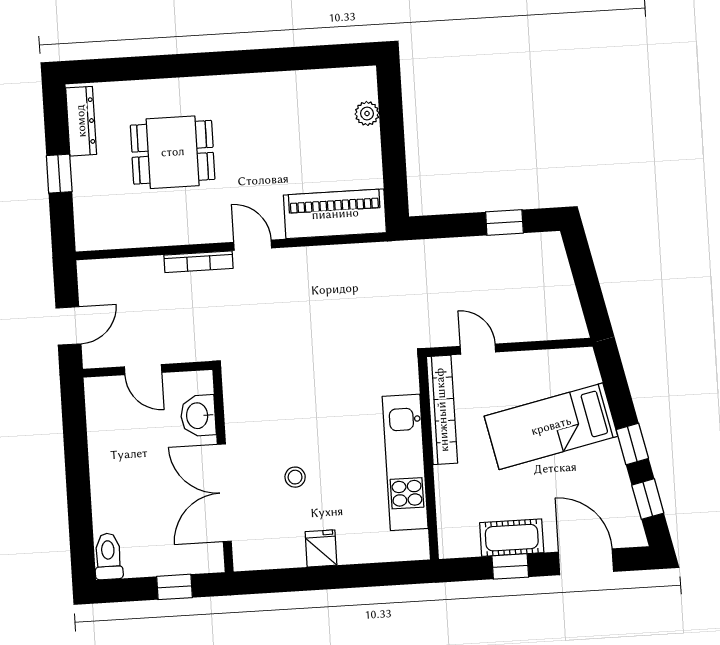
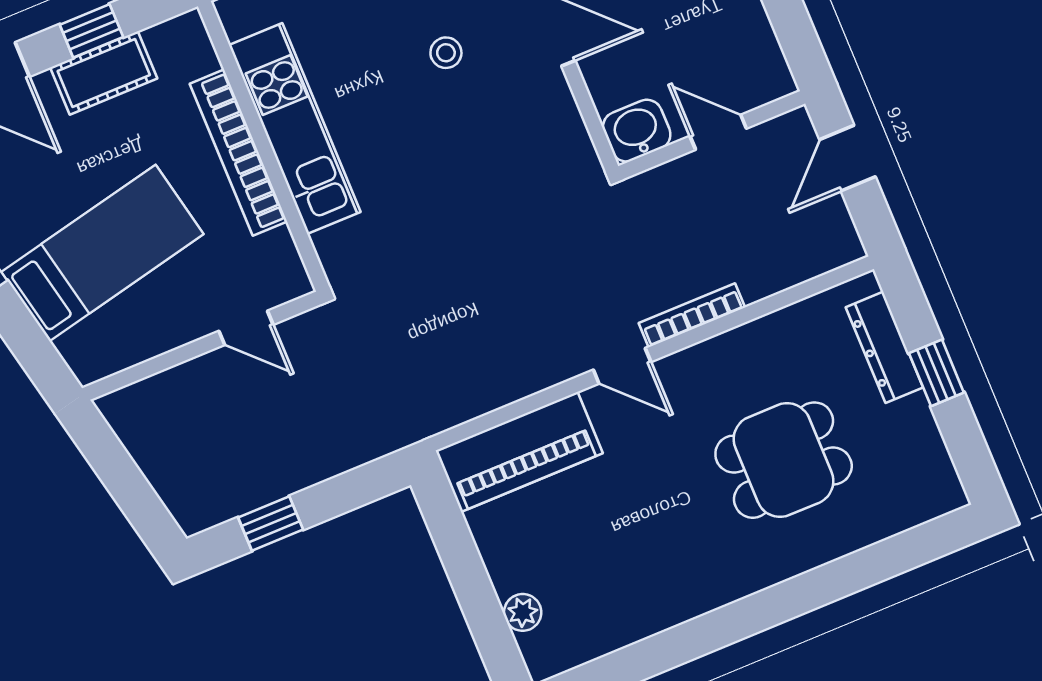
dresser: (81, 121) -> (884, 347), moved
bookcase: (442, 410) -> (239, 153), moved
washbasin: (198, 416) -> (637, 131), moved, turned -90

